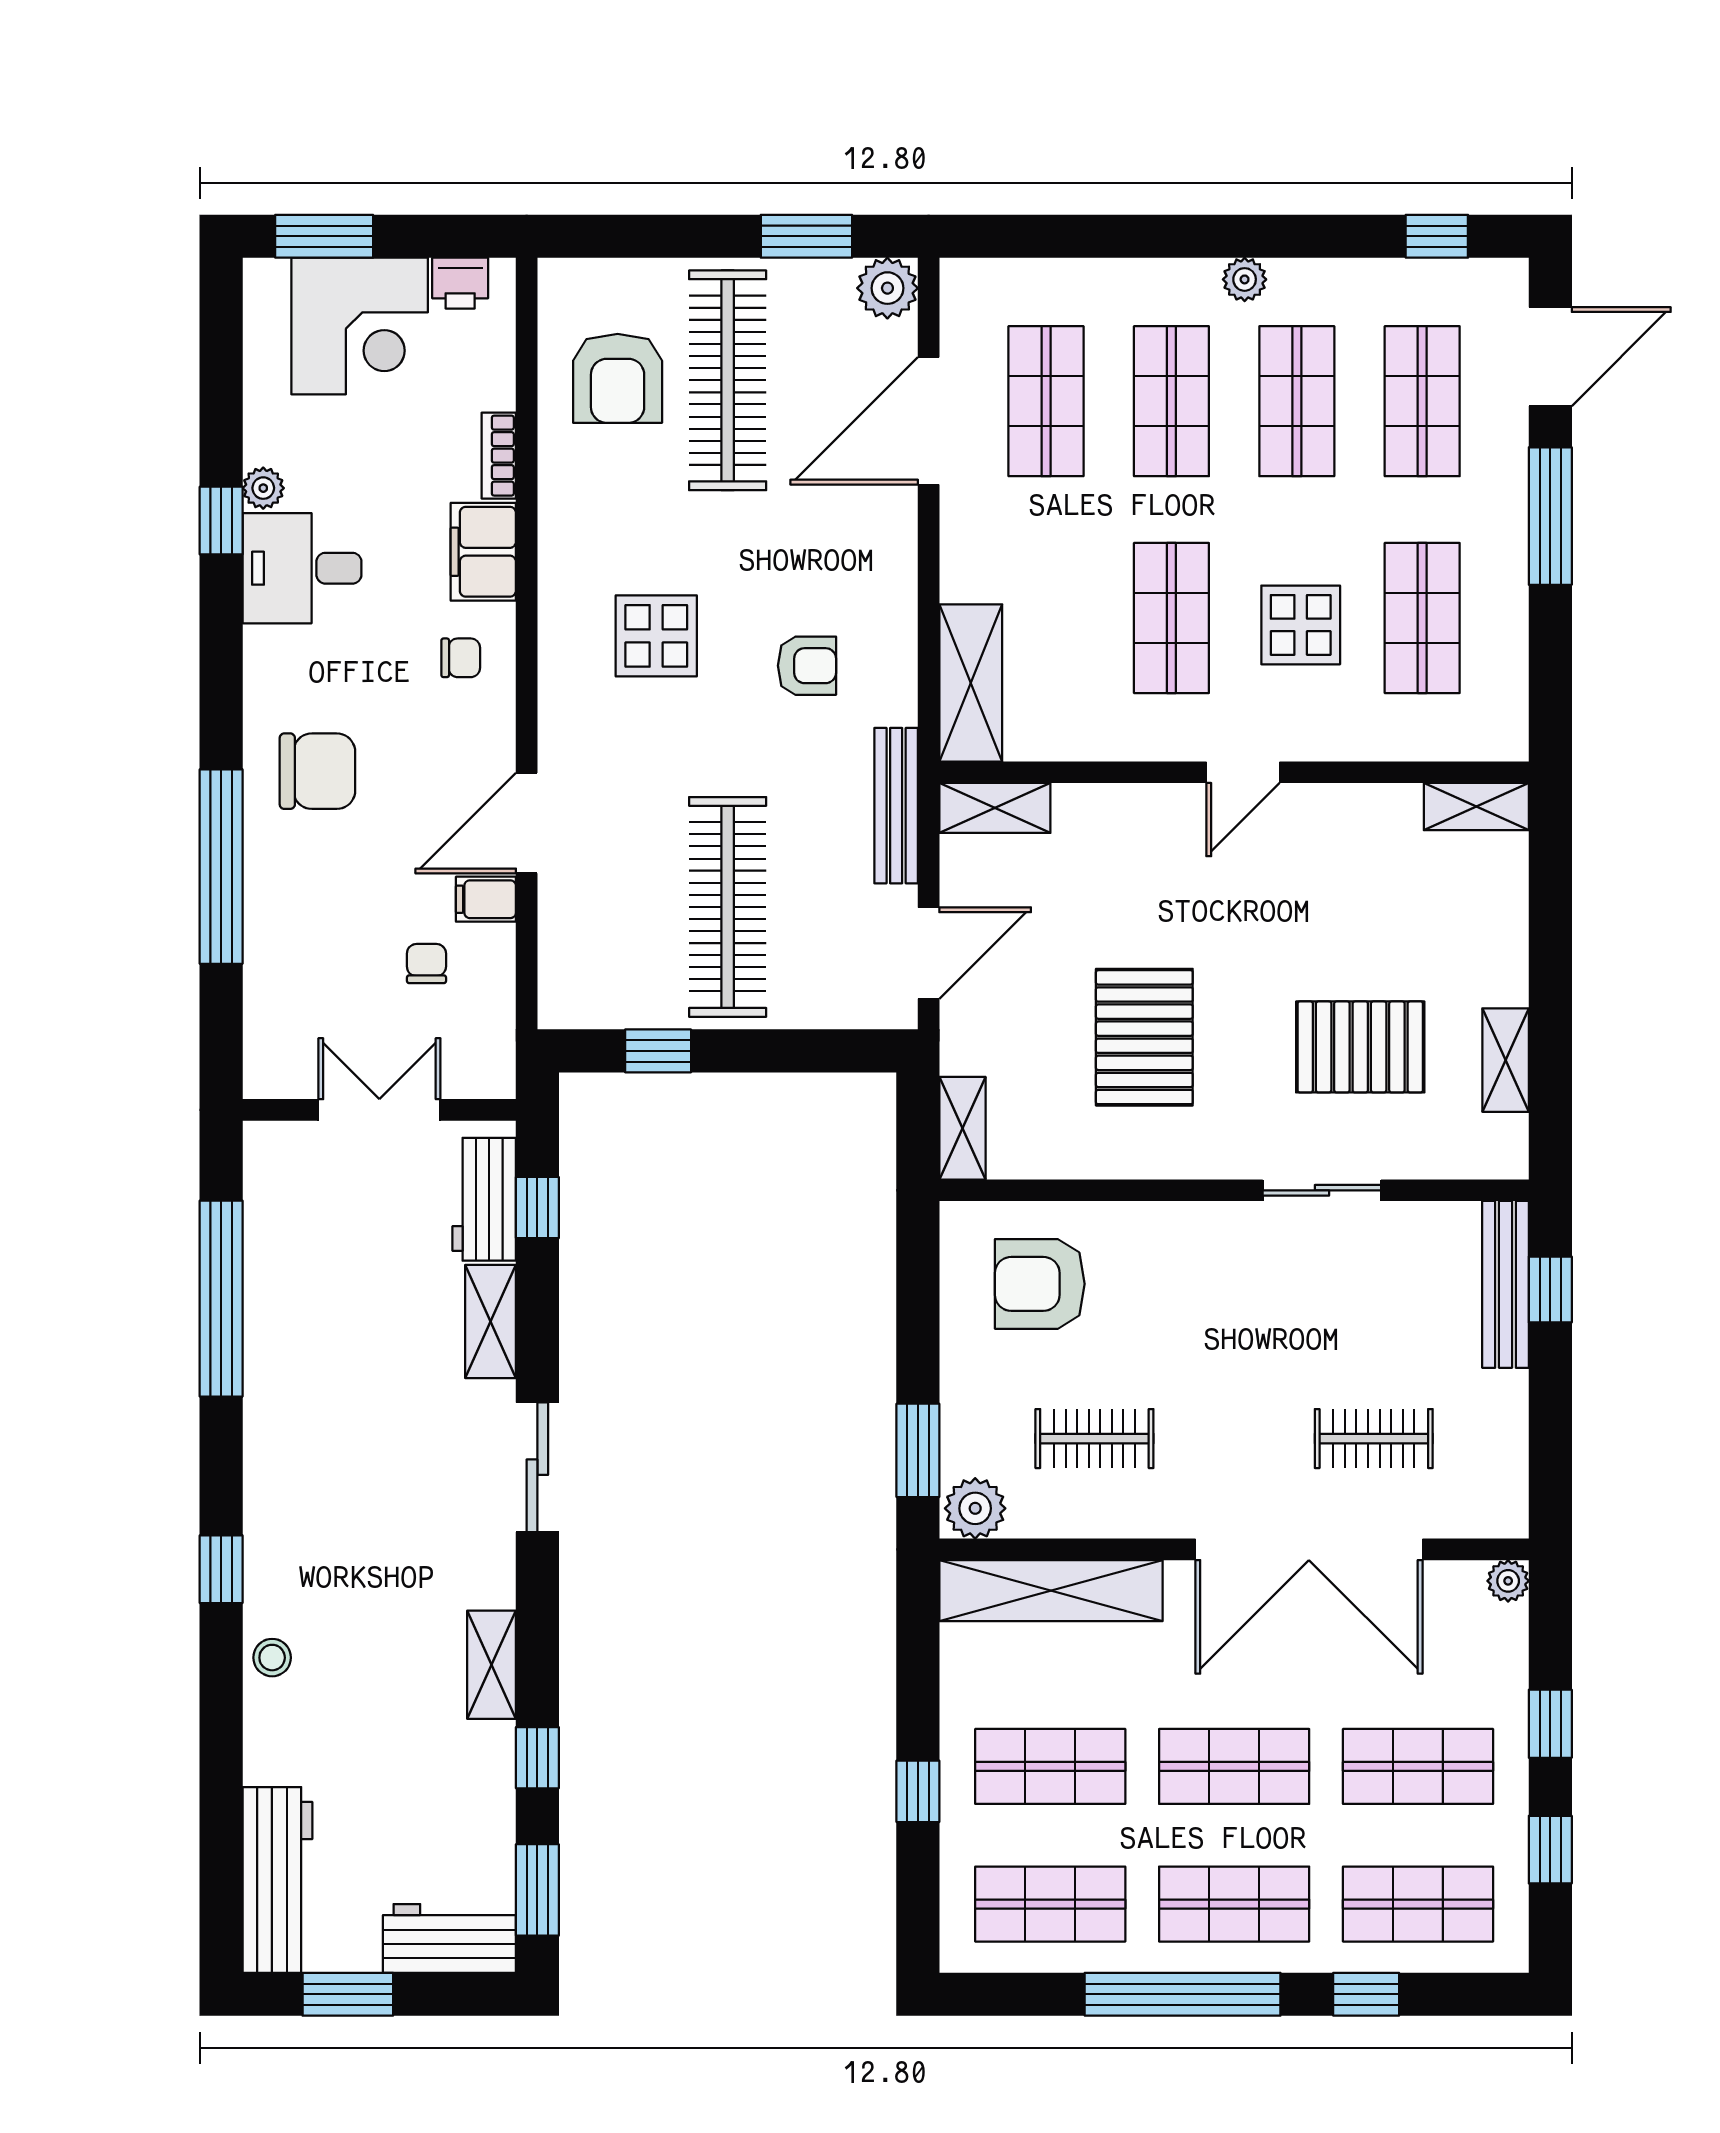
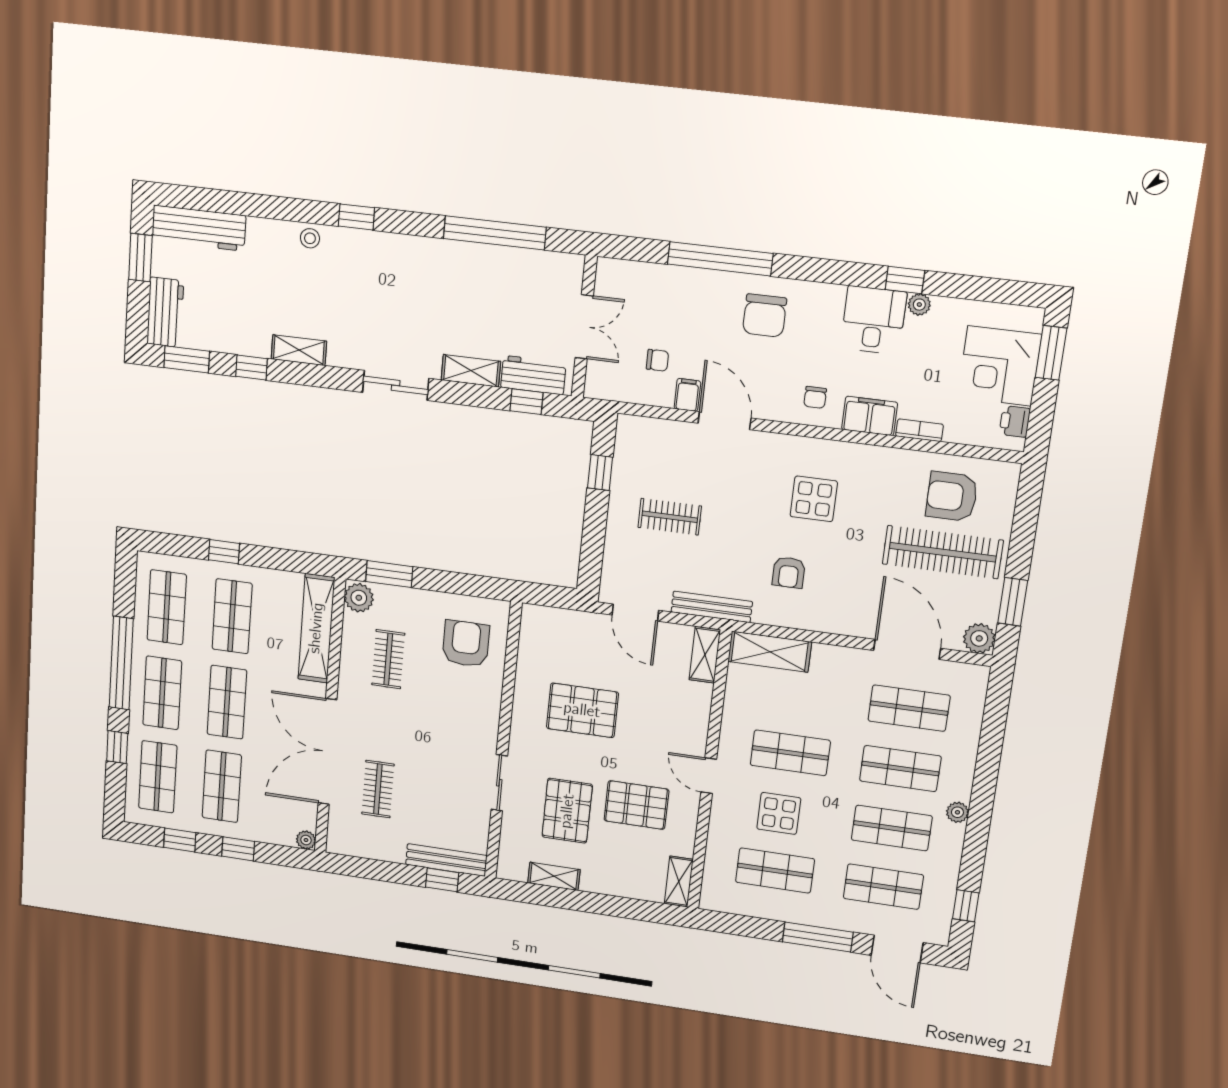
clothes rail: (728, 907) -> (670, 517), width x0.54, depth x0.76
pallet: (1327, 909) -> (636, 805), added
shelving: (962, 1128) -> (546, 617), removed

